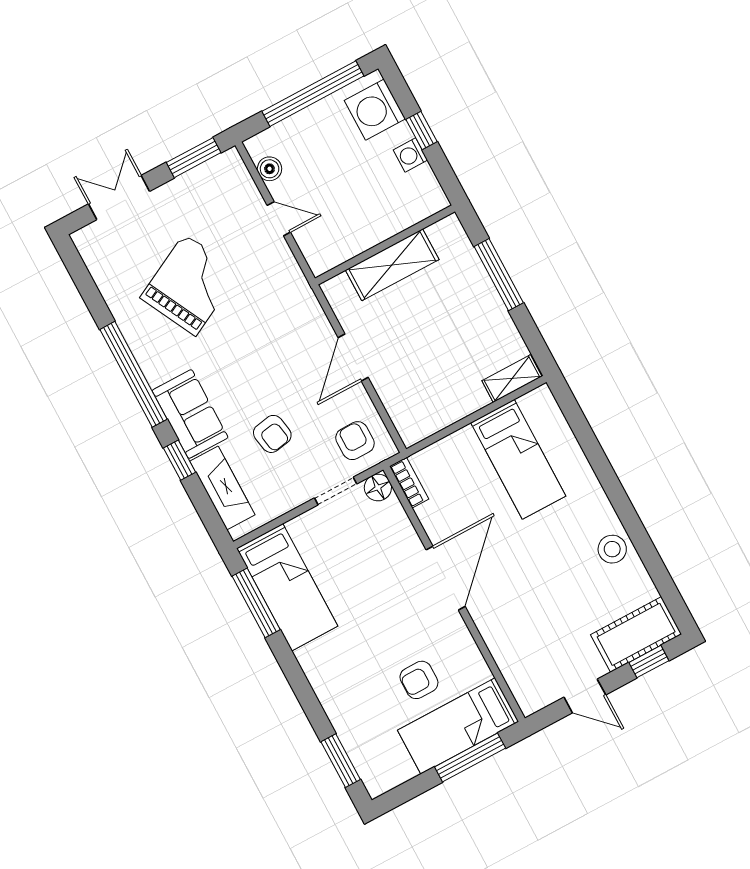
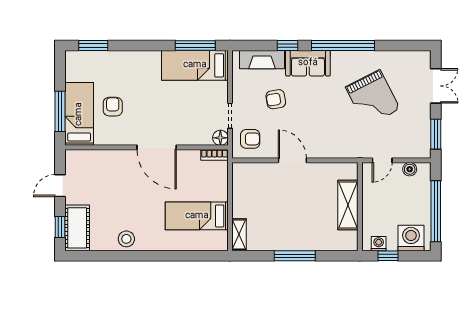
wall: (385, 245) -> (360, 207), moved
shelving: (392, 265) -> (348, 205), moved

